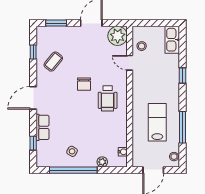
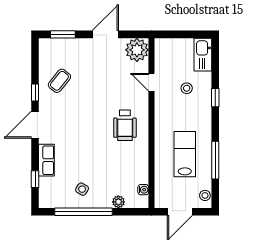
stool: (142, 46) -> (187, 88), moved
window: (33, 52) -> (35, 92), moved
chair: (84, 84) -> (96, 108), removed

